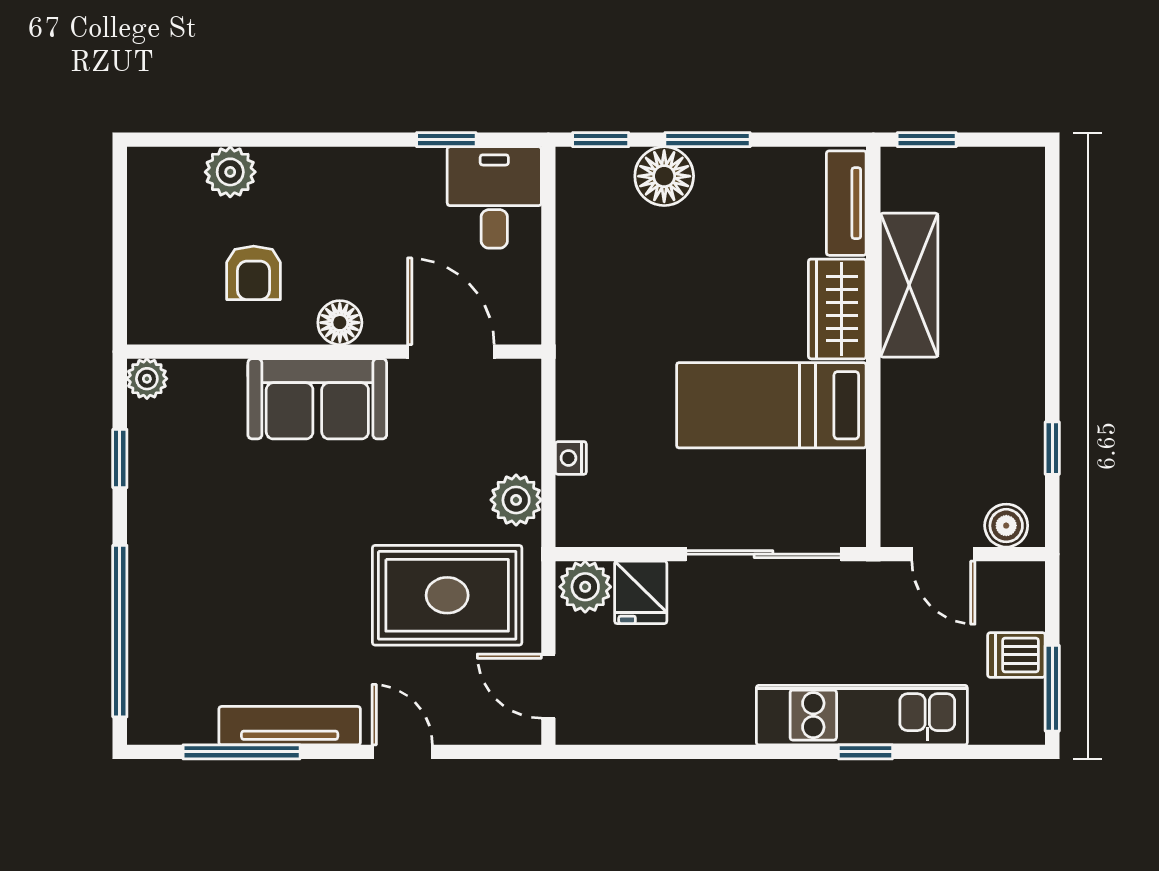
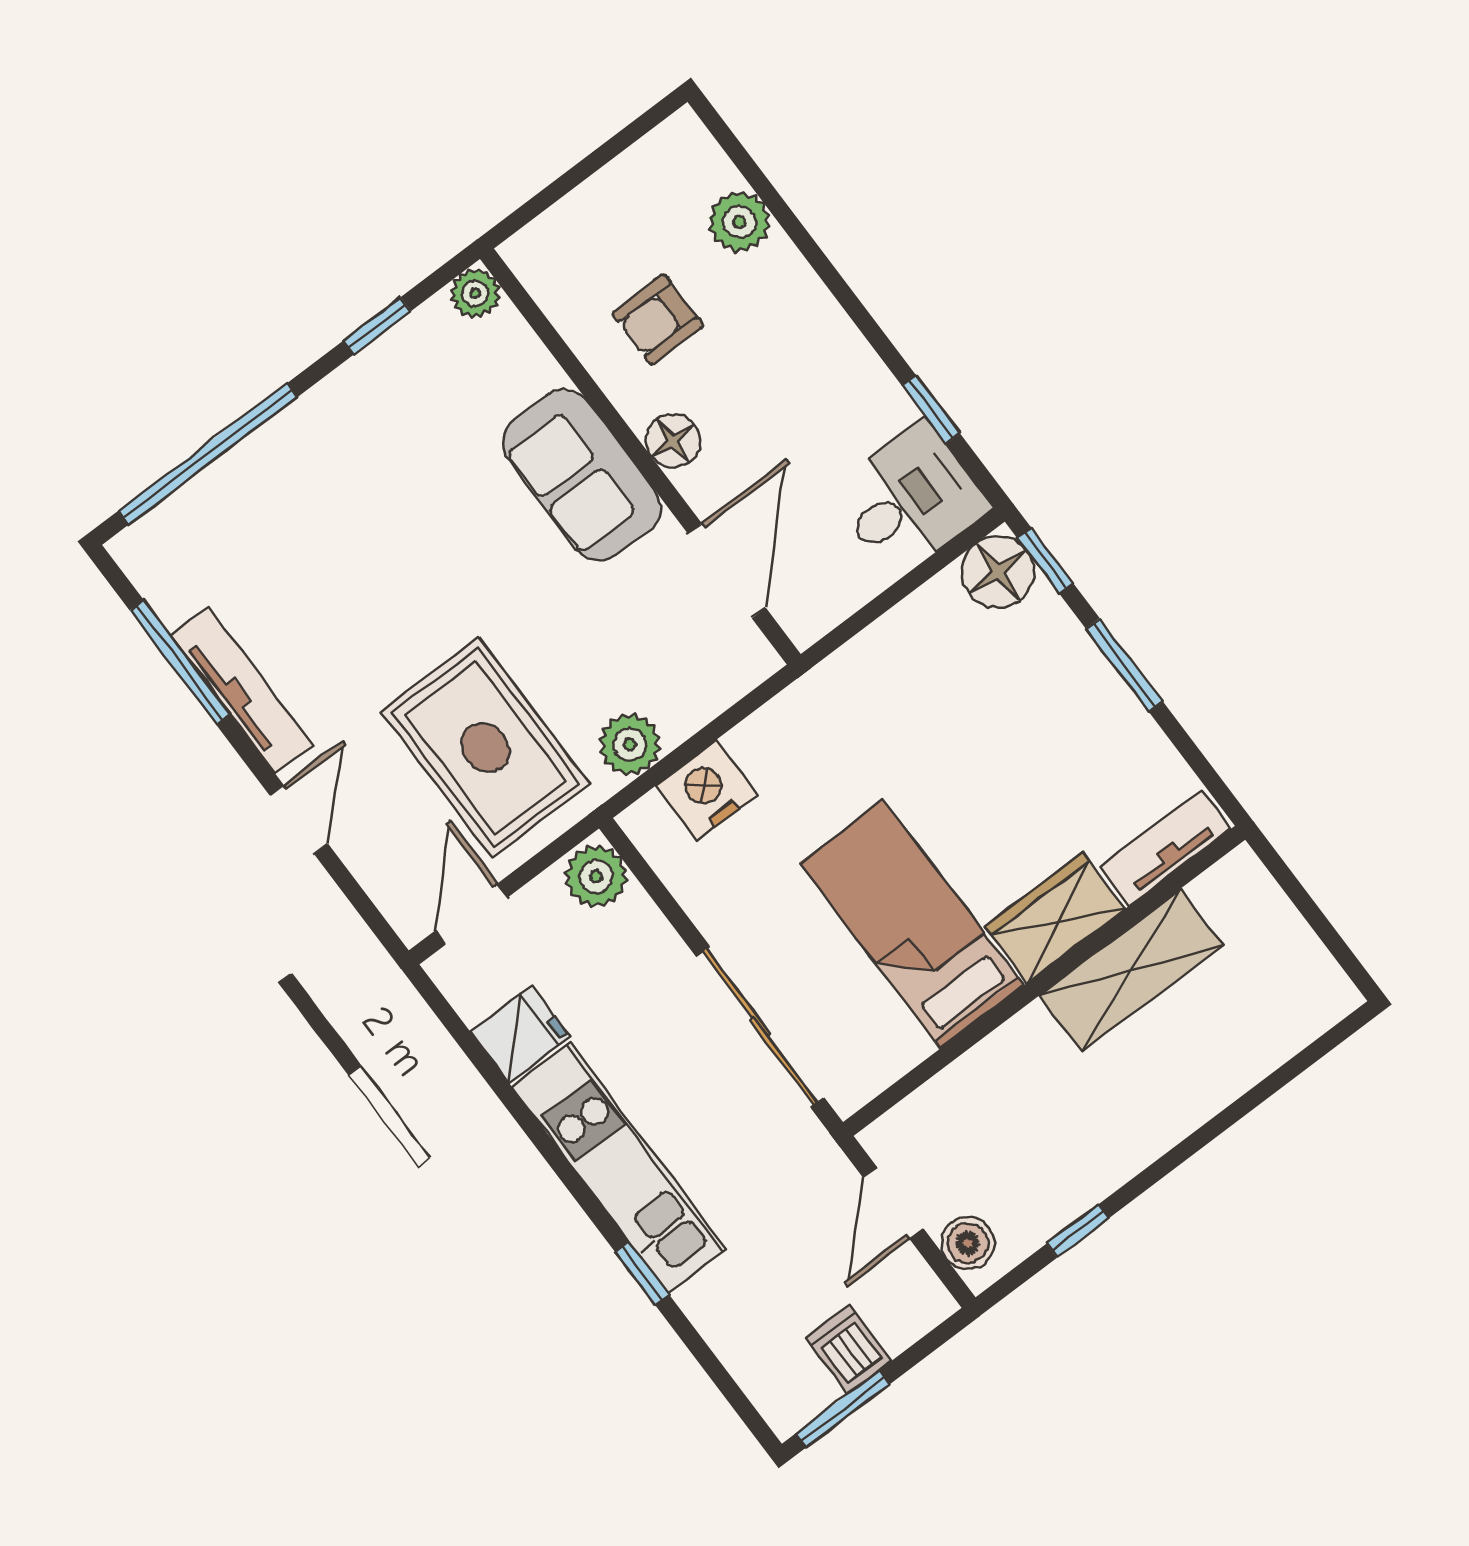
window: (927, 140) -> (1287, 880), removed
floor lamp: (664, 176) -> (998, 572), moved
nightstand: (571, 458) -> (706, 790), width x1.89, depth x1.79
fridge: (641, 592) -> (520, 1034), moved, turned 180
kitchen unit: (862, 715) -> (619, 1168), moved

